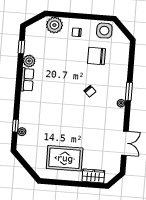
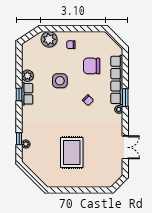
side table: (104, 31) -> (60, 81), moved
window: (21, 47) -> (19, 94), moved
row of seats: (121, 72) -> (117, 80), added
rug: (65, 158) -> (72, 153), moved, turned 90
wardrobe: (93, 176) -> (97, 181), removed

